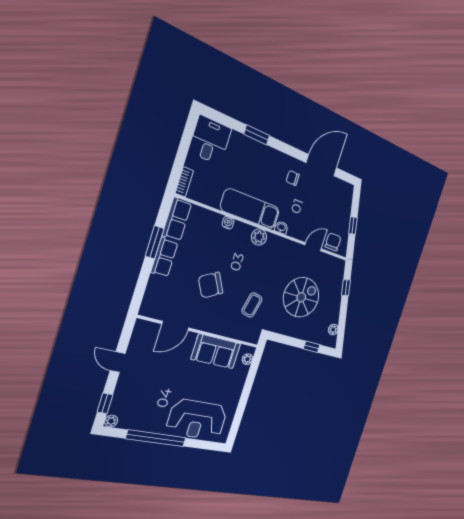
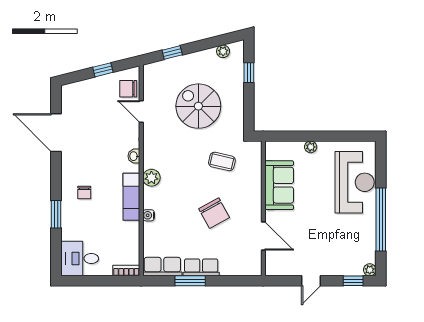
chair: (293, 178) -> (84, 193), moved
exam couch: (250, 209) -> (131, 197), width x0.73, depth x0.69
plant: (247, 359) -> (311, 147), moved

